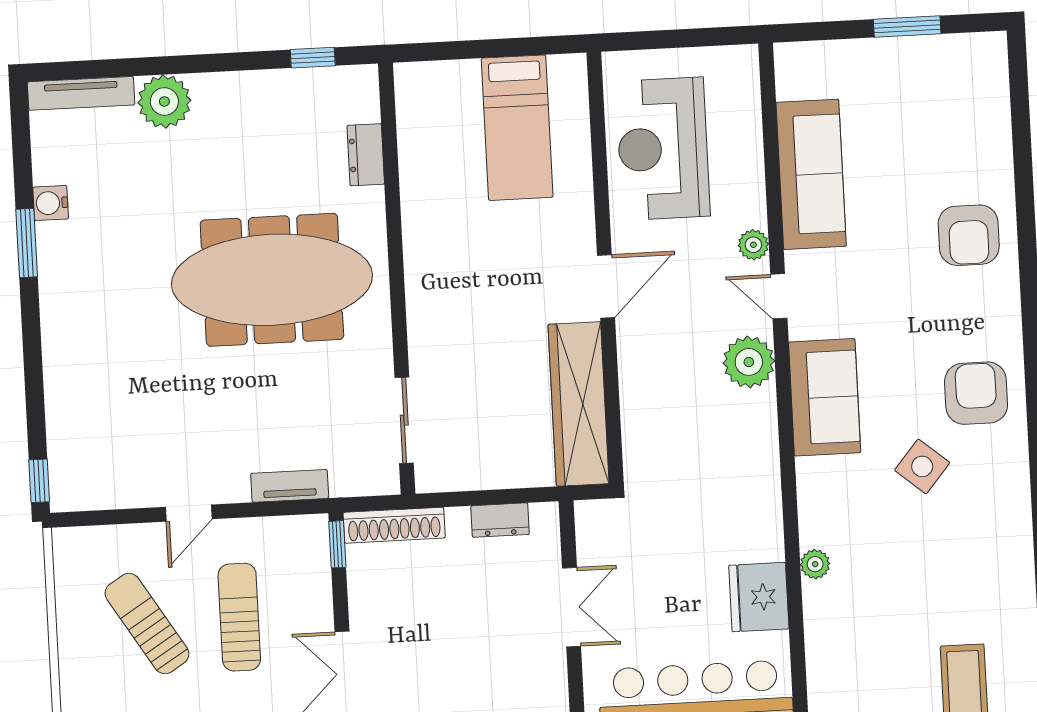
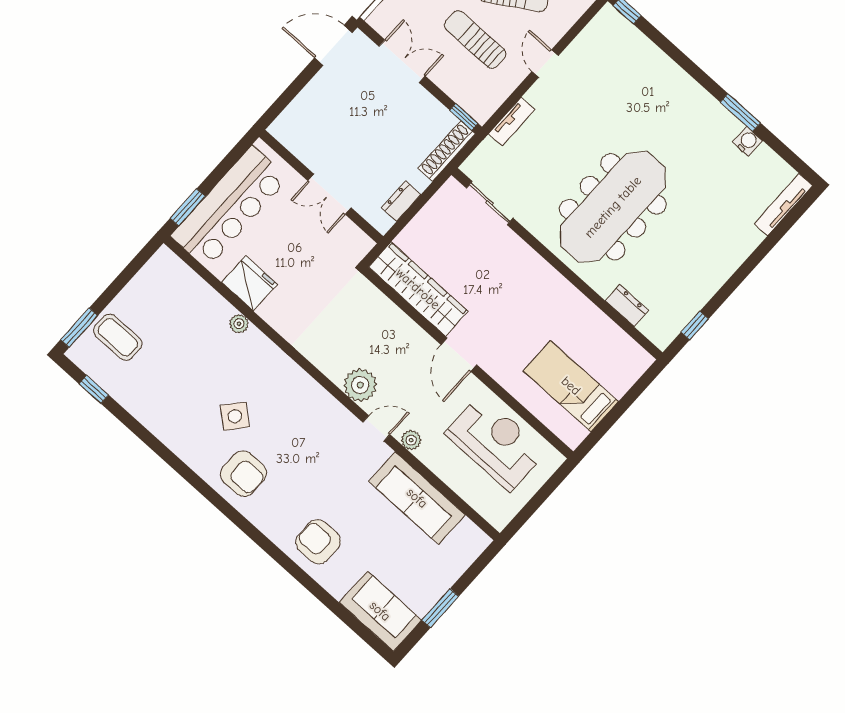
plant: (164, 101) -> (742, 239), removed
sofa: (825, 397) -> (380, 611), moved, turned 180
sun lounger: (239, 617) -> (475, 40), turned 180

